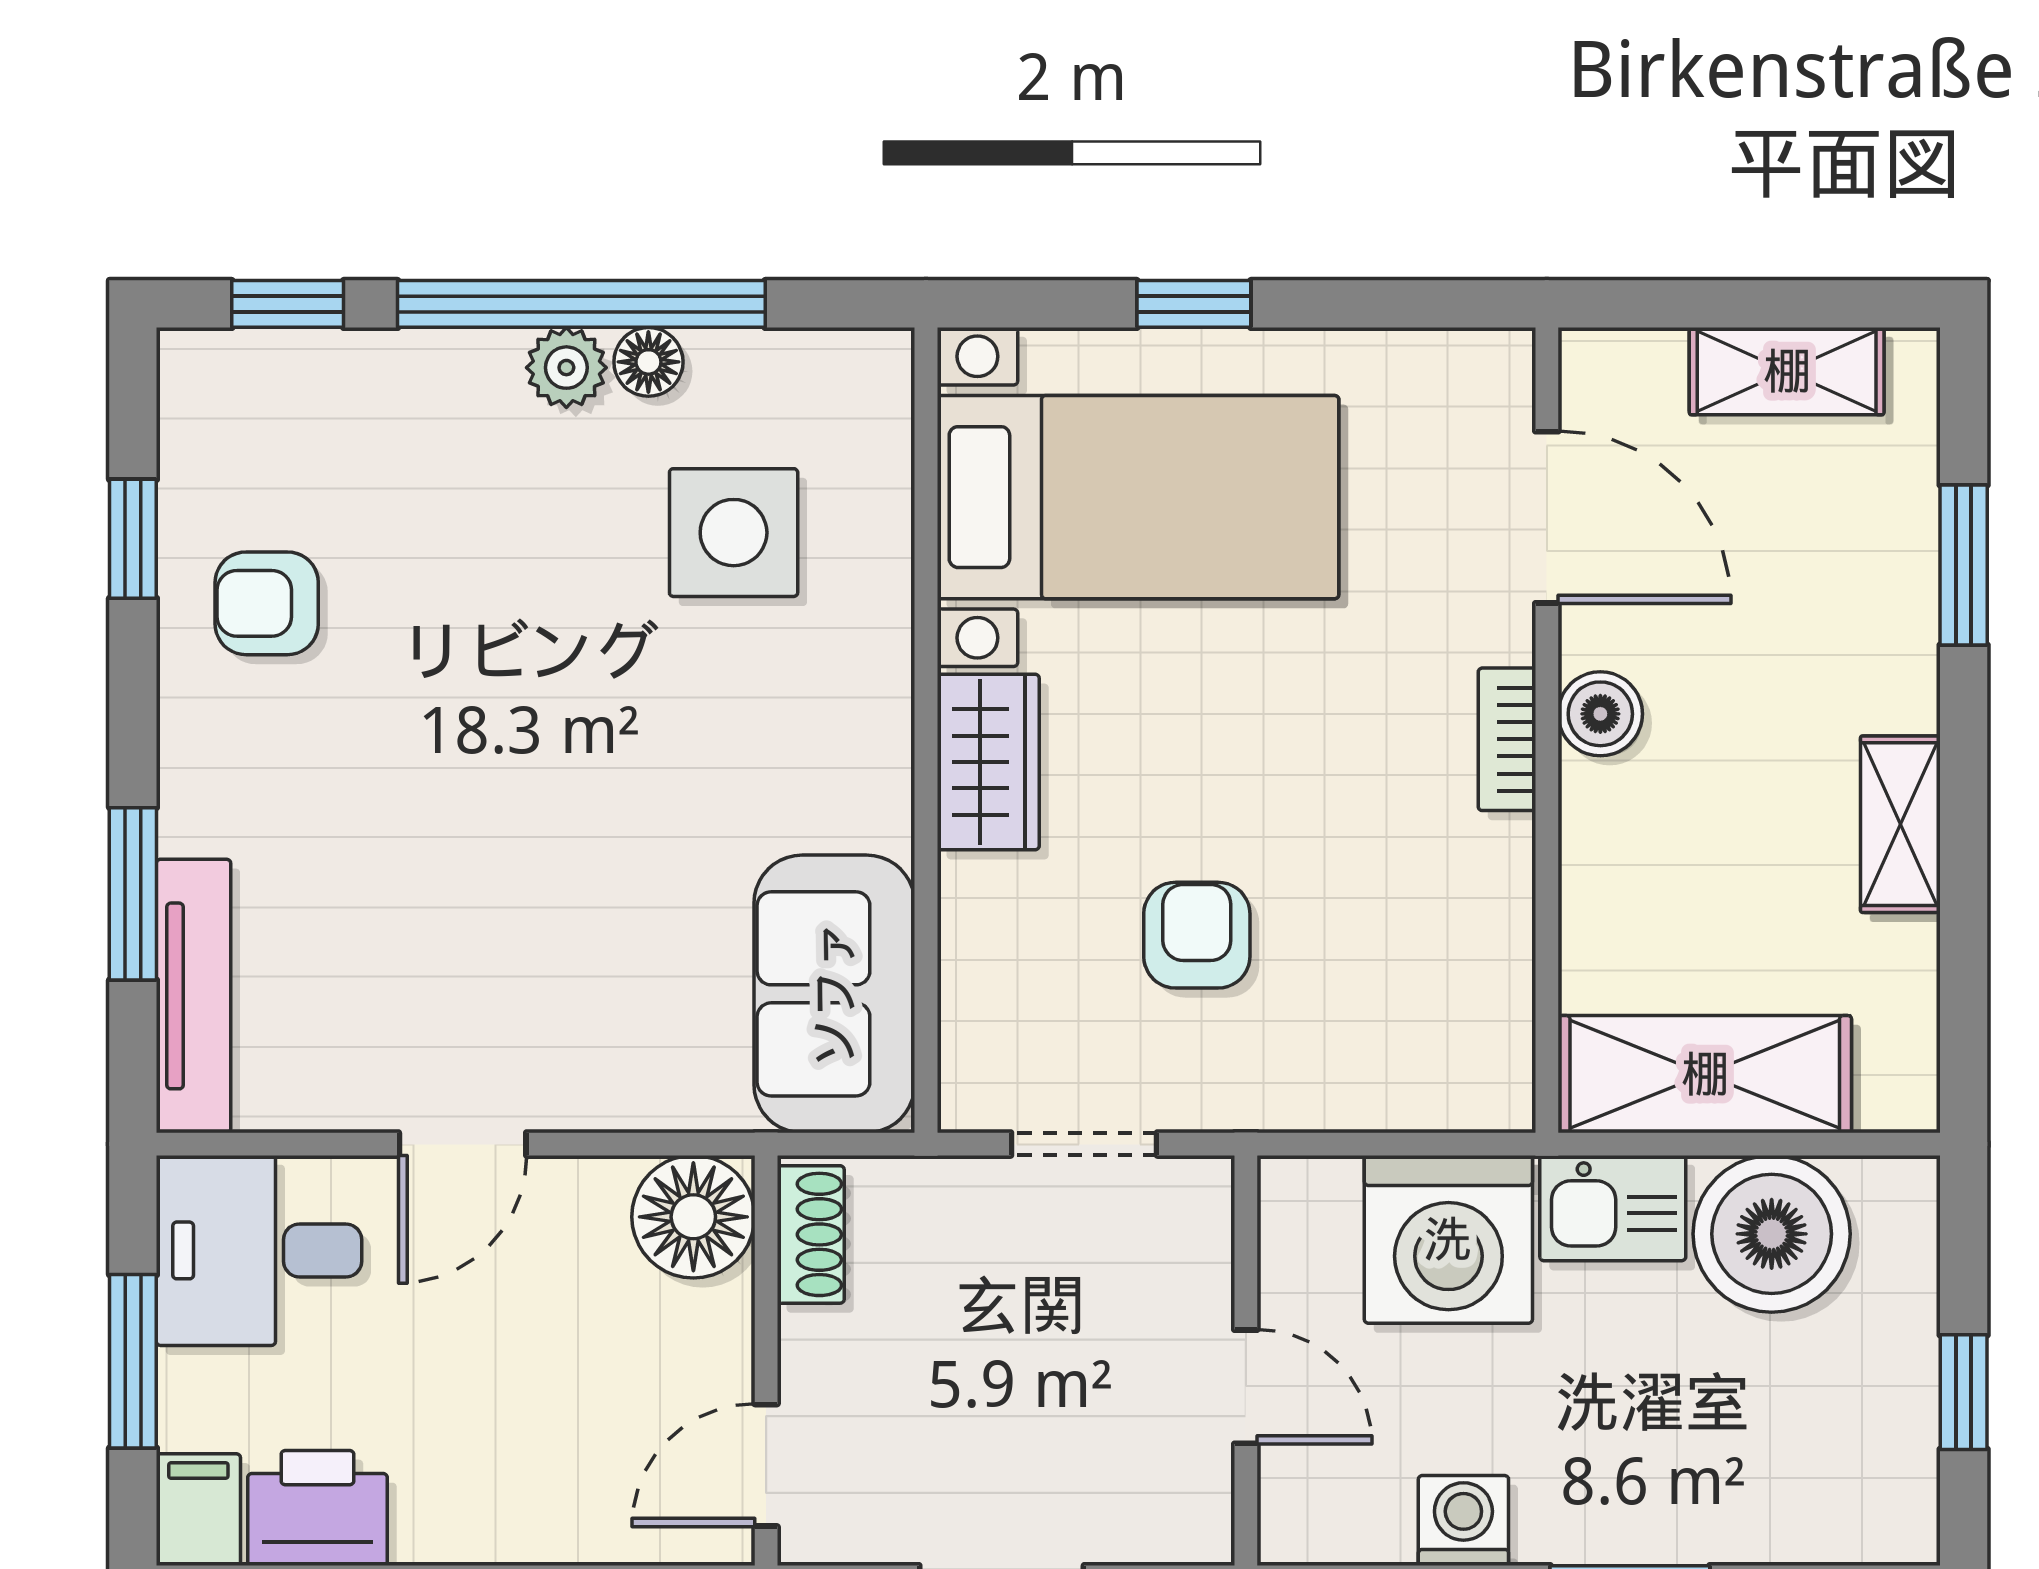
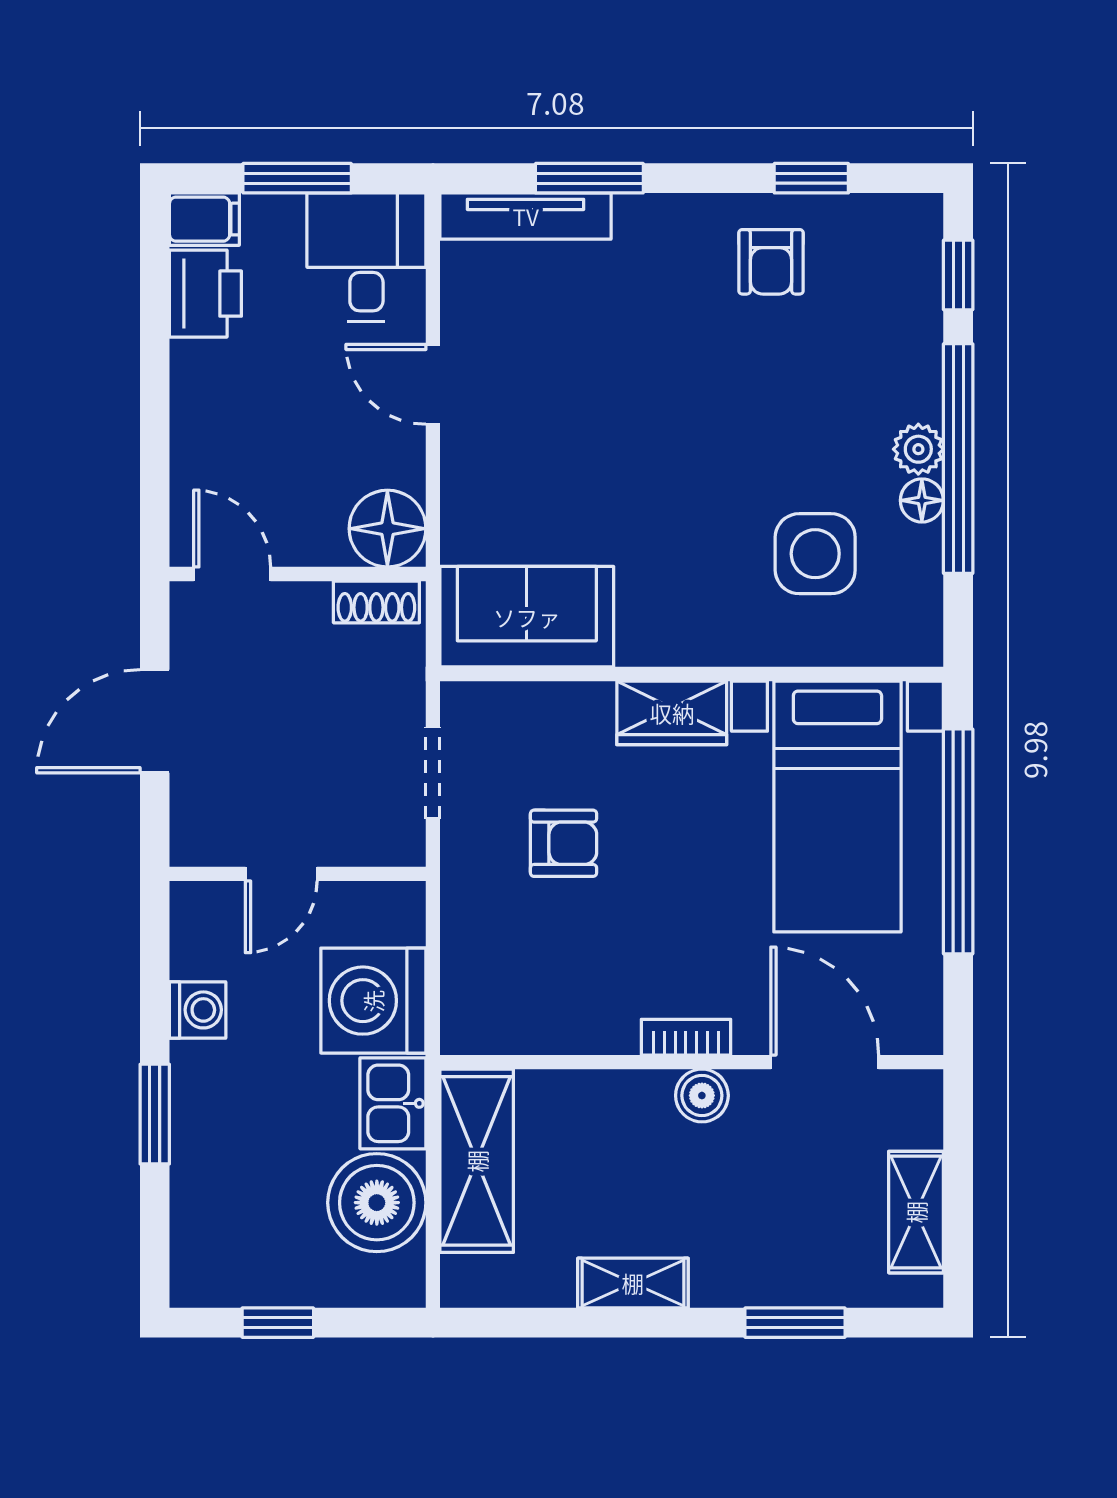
window: (1194, 304) -> (958, 841), width x3.17
door: (1547, 517) -> (825, 1062), swing flipped
armchair: (267, 603) -> (771, 262), turned 180

